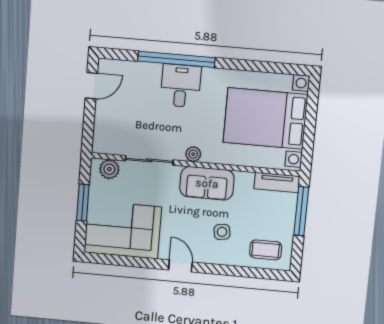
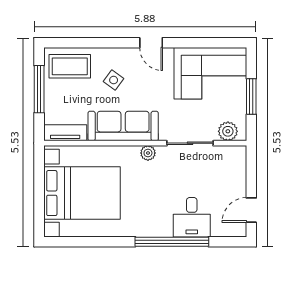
desk: (181, 86) -> (192, 217), moved
sofa: (207, 183) -> (123, 126), width x1.36
window: (301, 211) -> (39, 89), moved
side table: (222, 232) -> (114, 80), turned 45
coffee table: (266, 250) -> (70, 66), width x1.36, depth x1.30

